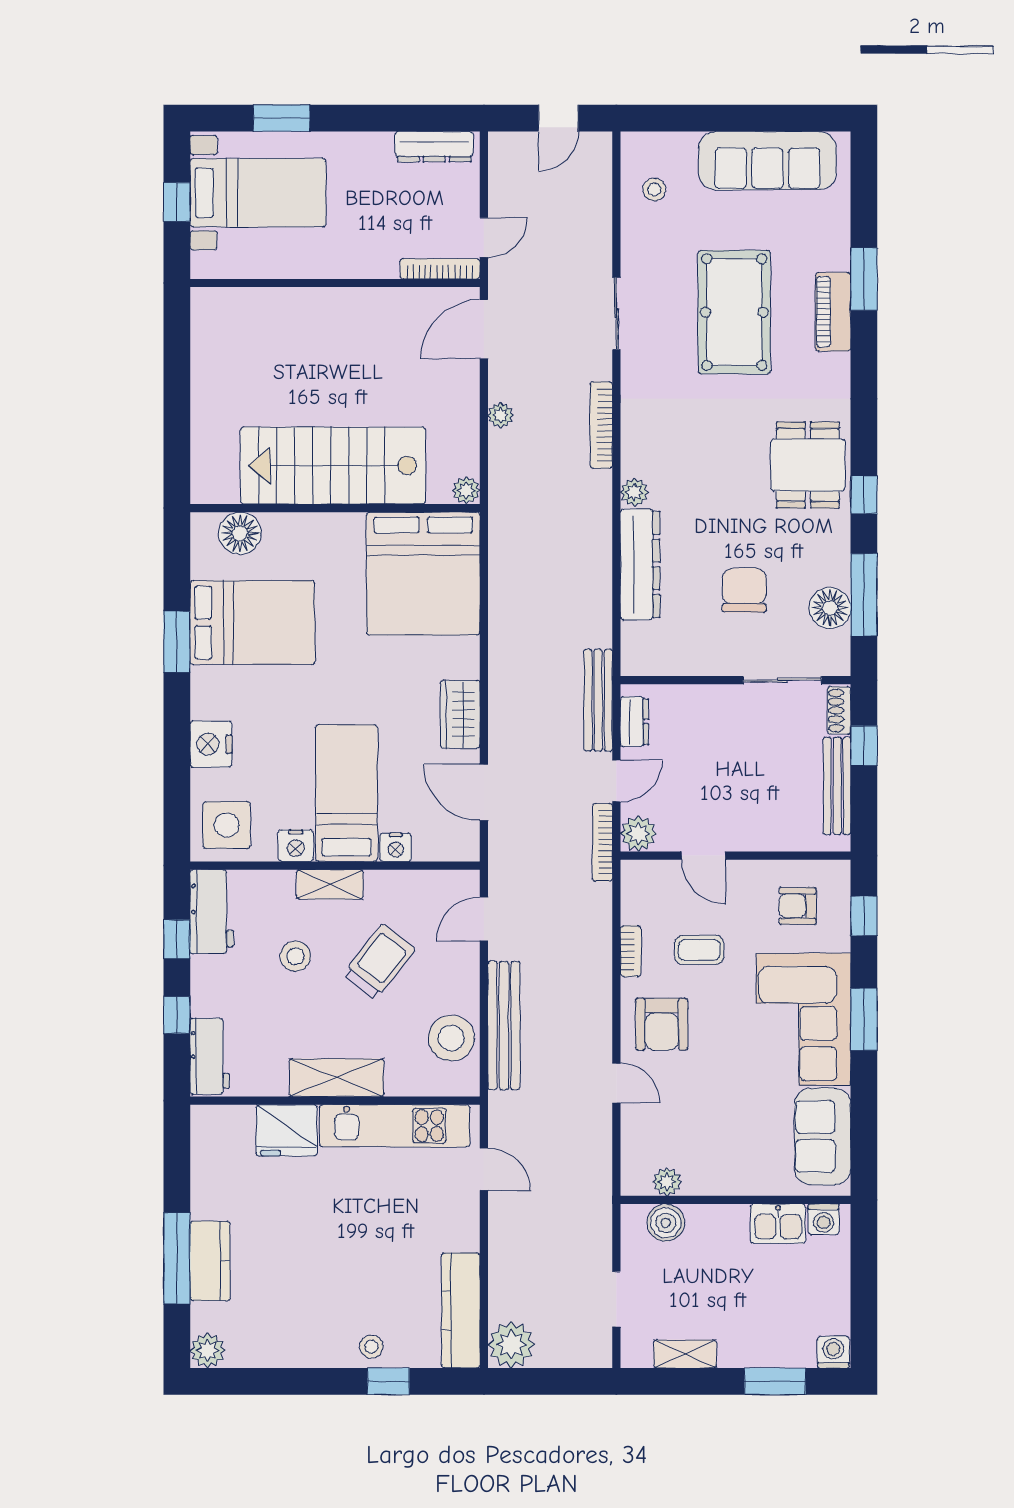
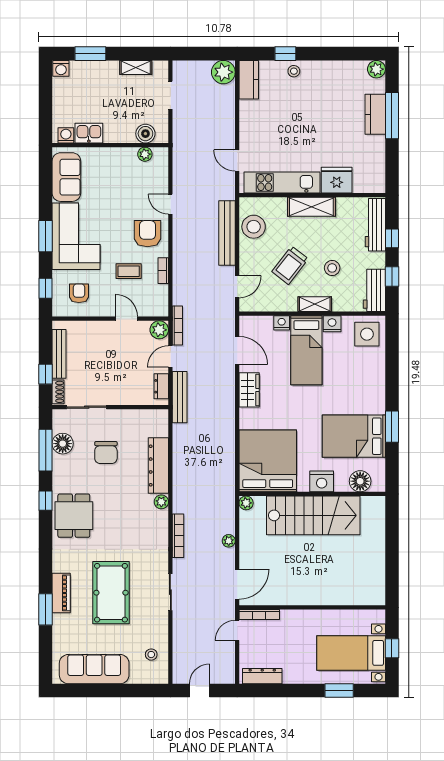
nightstand: (211, 744) -> (322, 481), moved, turned 90
armchair: (798, 906) -> (79, 293), turned -90
workbench: (210, 1056) -> (375, 225), width x1.37
kitchen counter: (461, 1310) -> (249, 80), width x0.67

